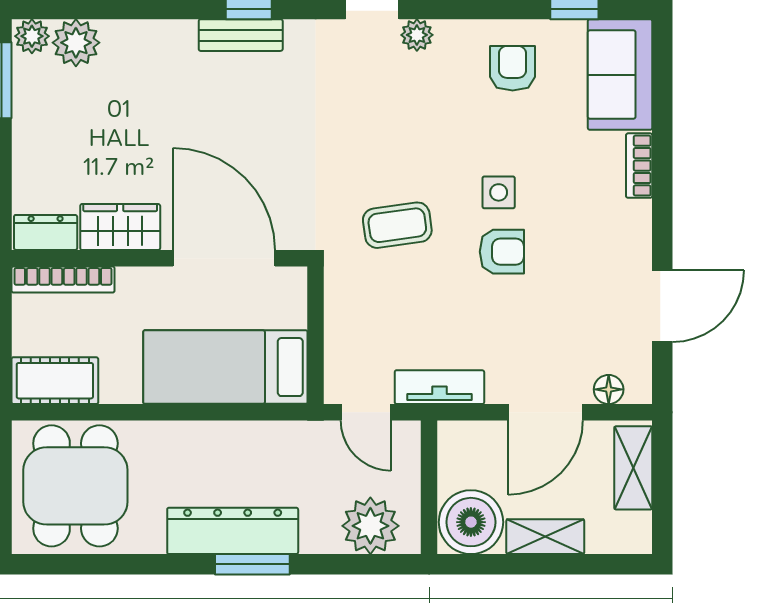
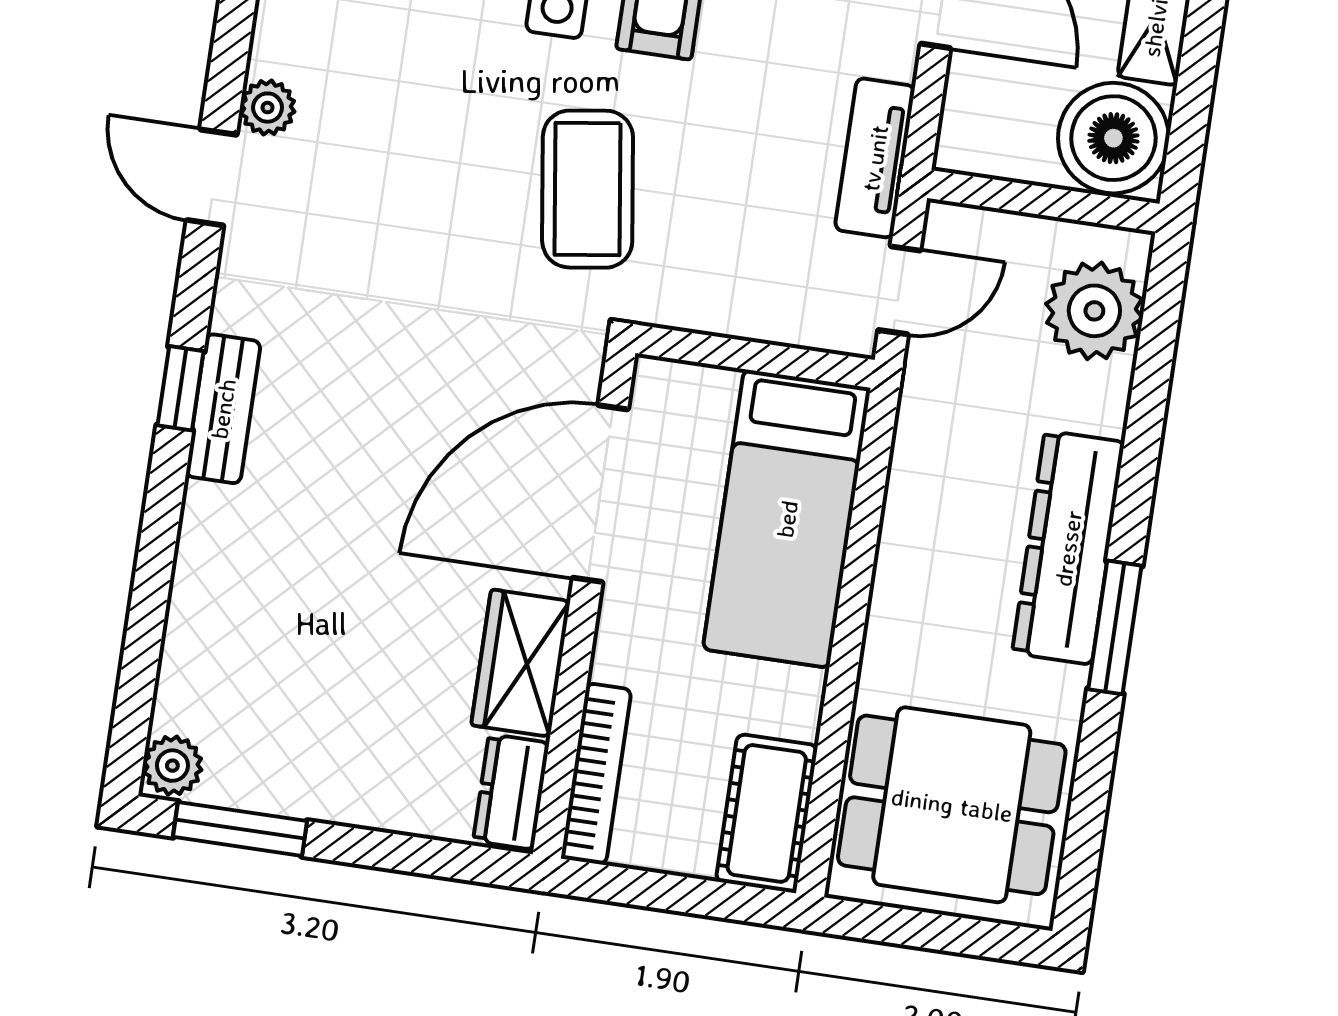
plant: (76, 43) -> (195, 692), removed
coffee table: (397, 225) -> (588, 189), width x1.36, depth x1.30
window: (252, 564) -> (1115, 627), moved

